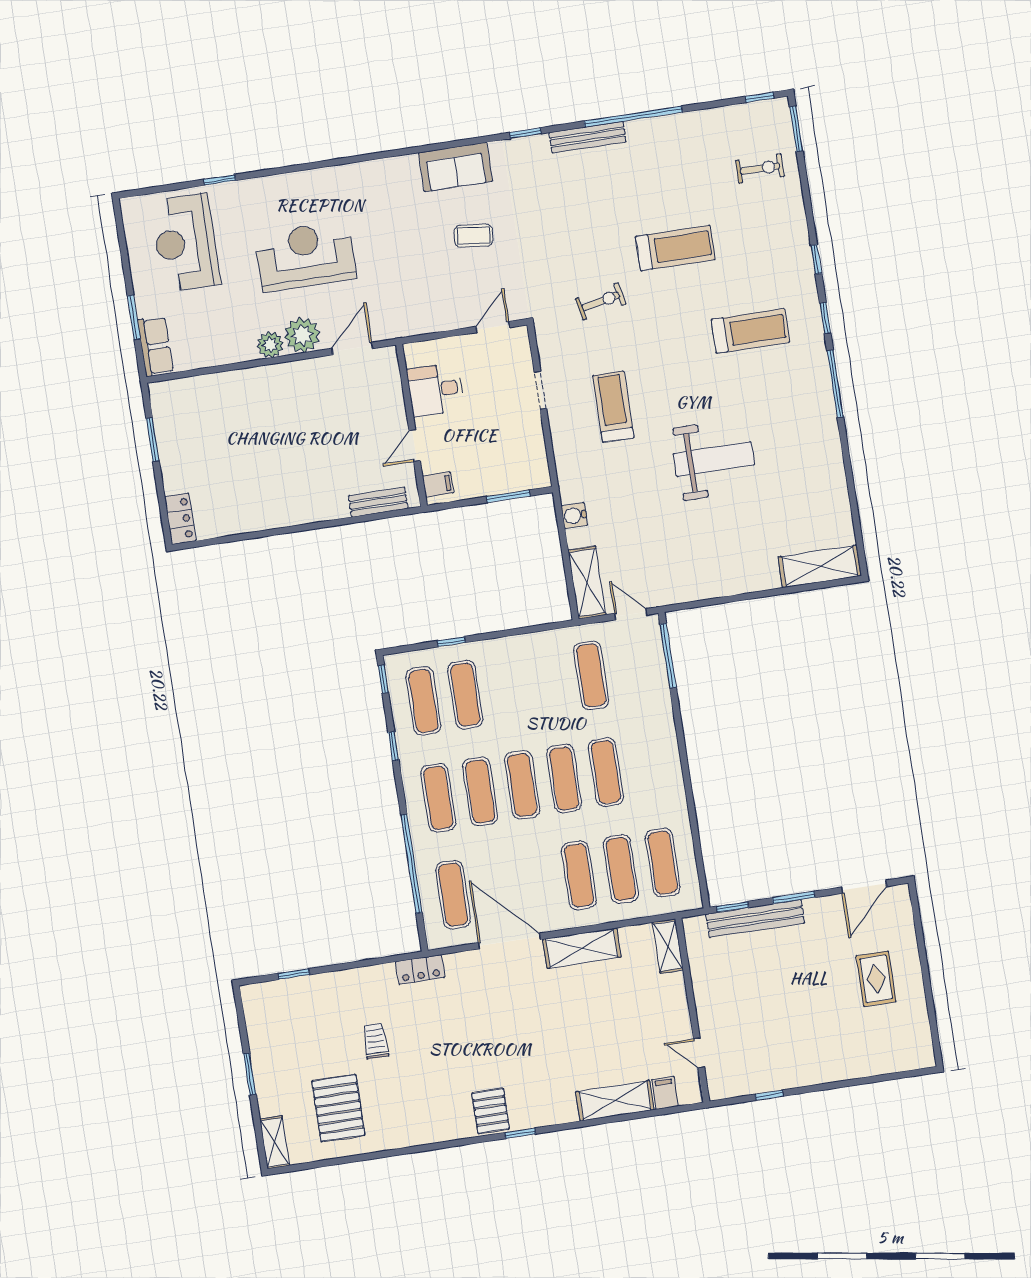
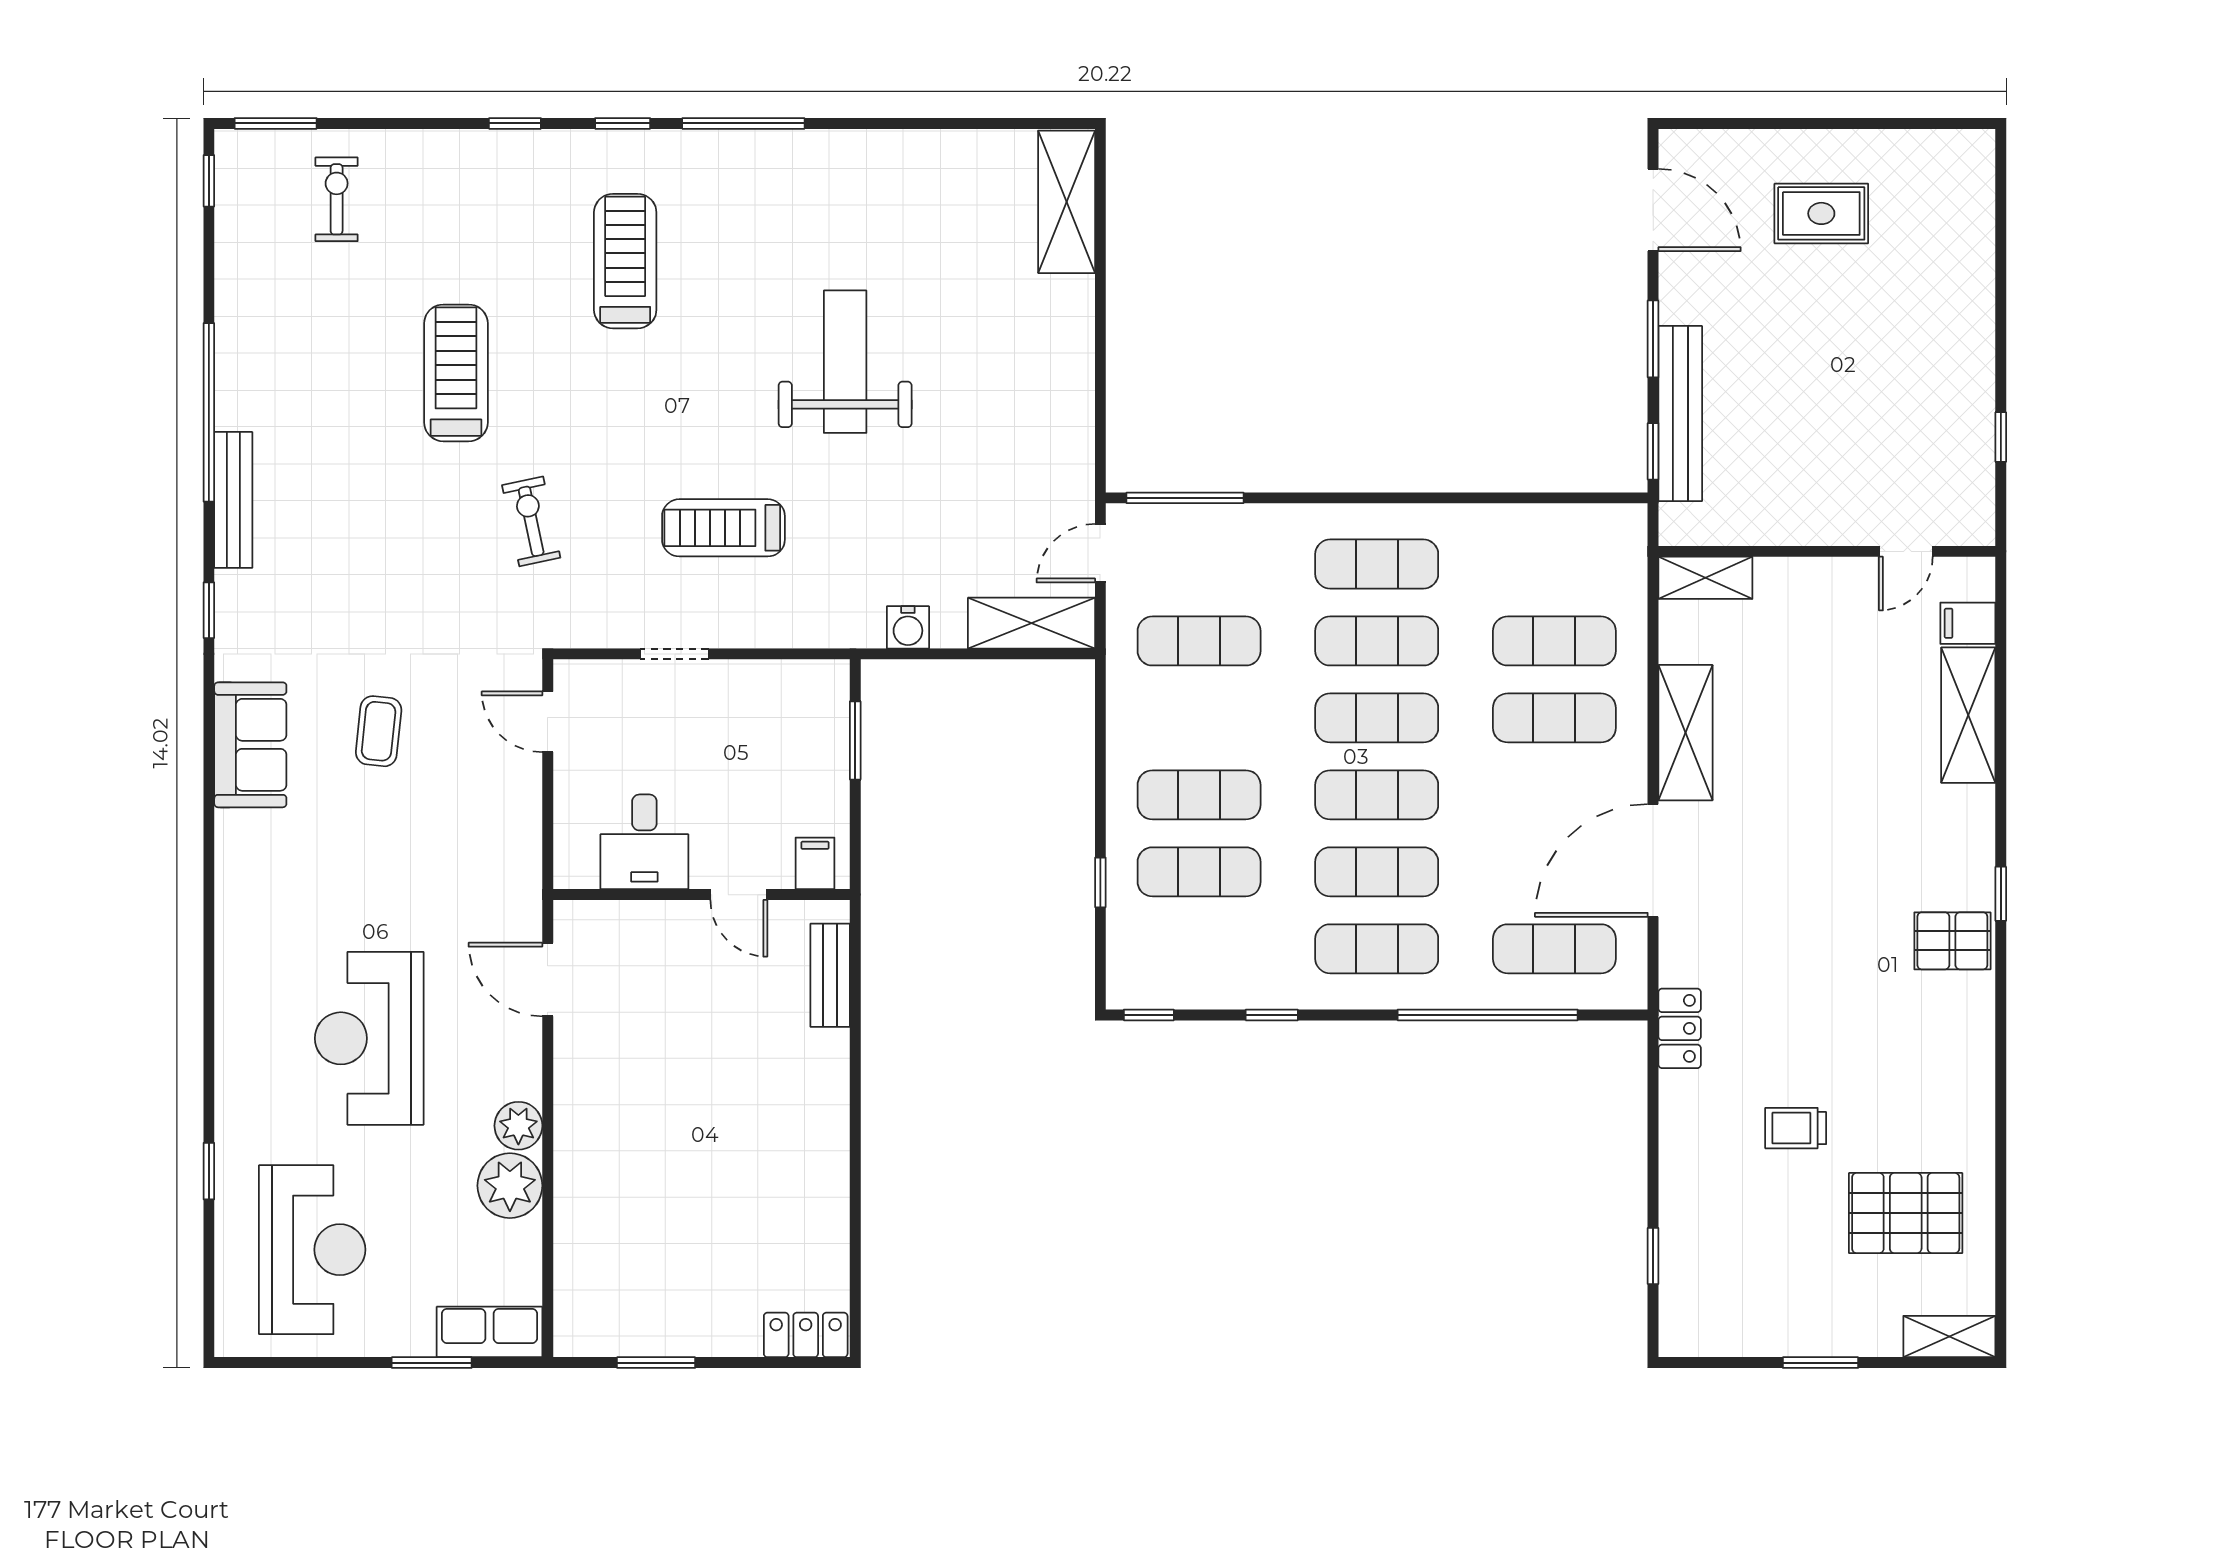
reception desk: (185, 243) -> (312, 1250), turned -90
plant: (302, 335) -> (510, 1186), moved
exercise mat: (423, 701) -> (1199, 795), moved
exercise mat: (663, 863) -> (1377, 564), moved

